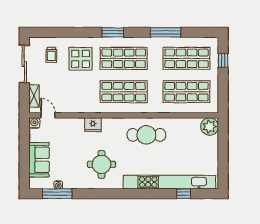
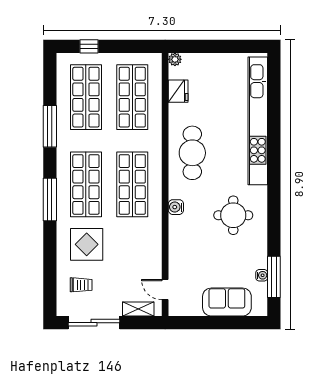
window: (113, 32) -> (50, 200), width x1.44
door: (48, 115) -> (165, 290), hinge flipped
water cooler: (34, 123) -> (176, 207), moved
fridge: (93, 125) -> (178, 91), moved
plant: (210, 127) -> (175, 59), width x0.53, depth x0.53
window: (184, 194) -> (274, 101), removed

